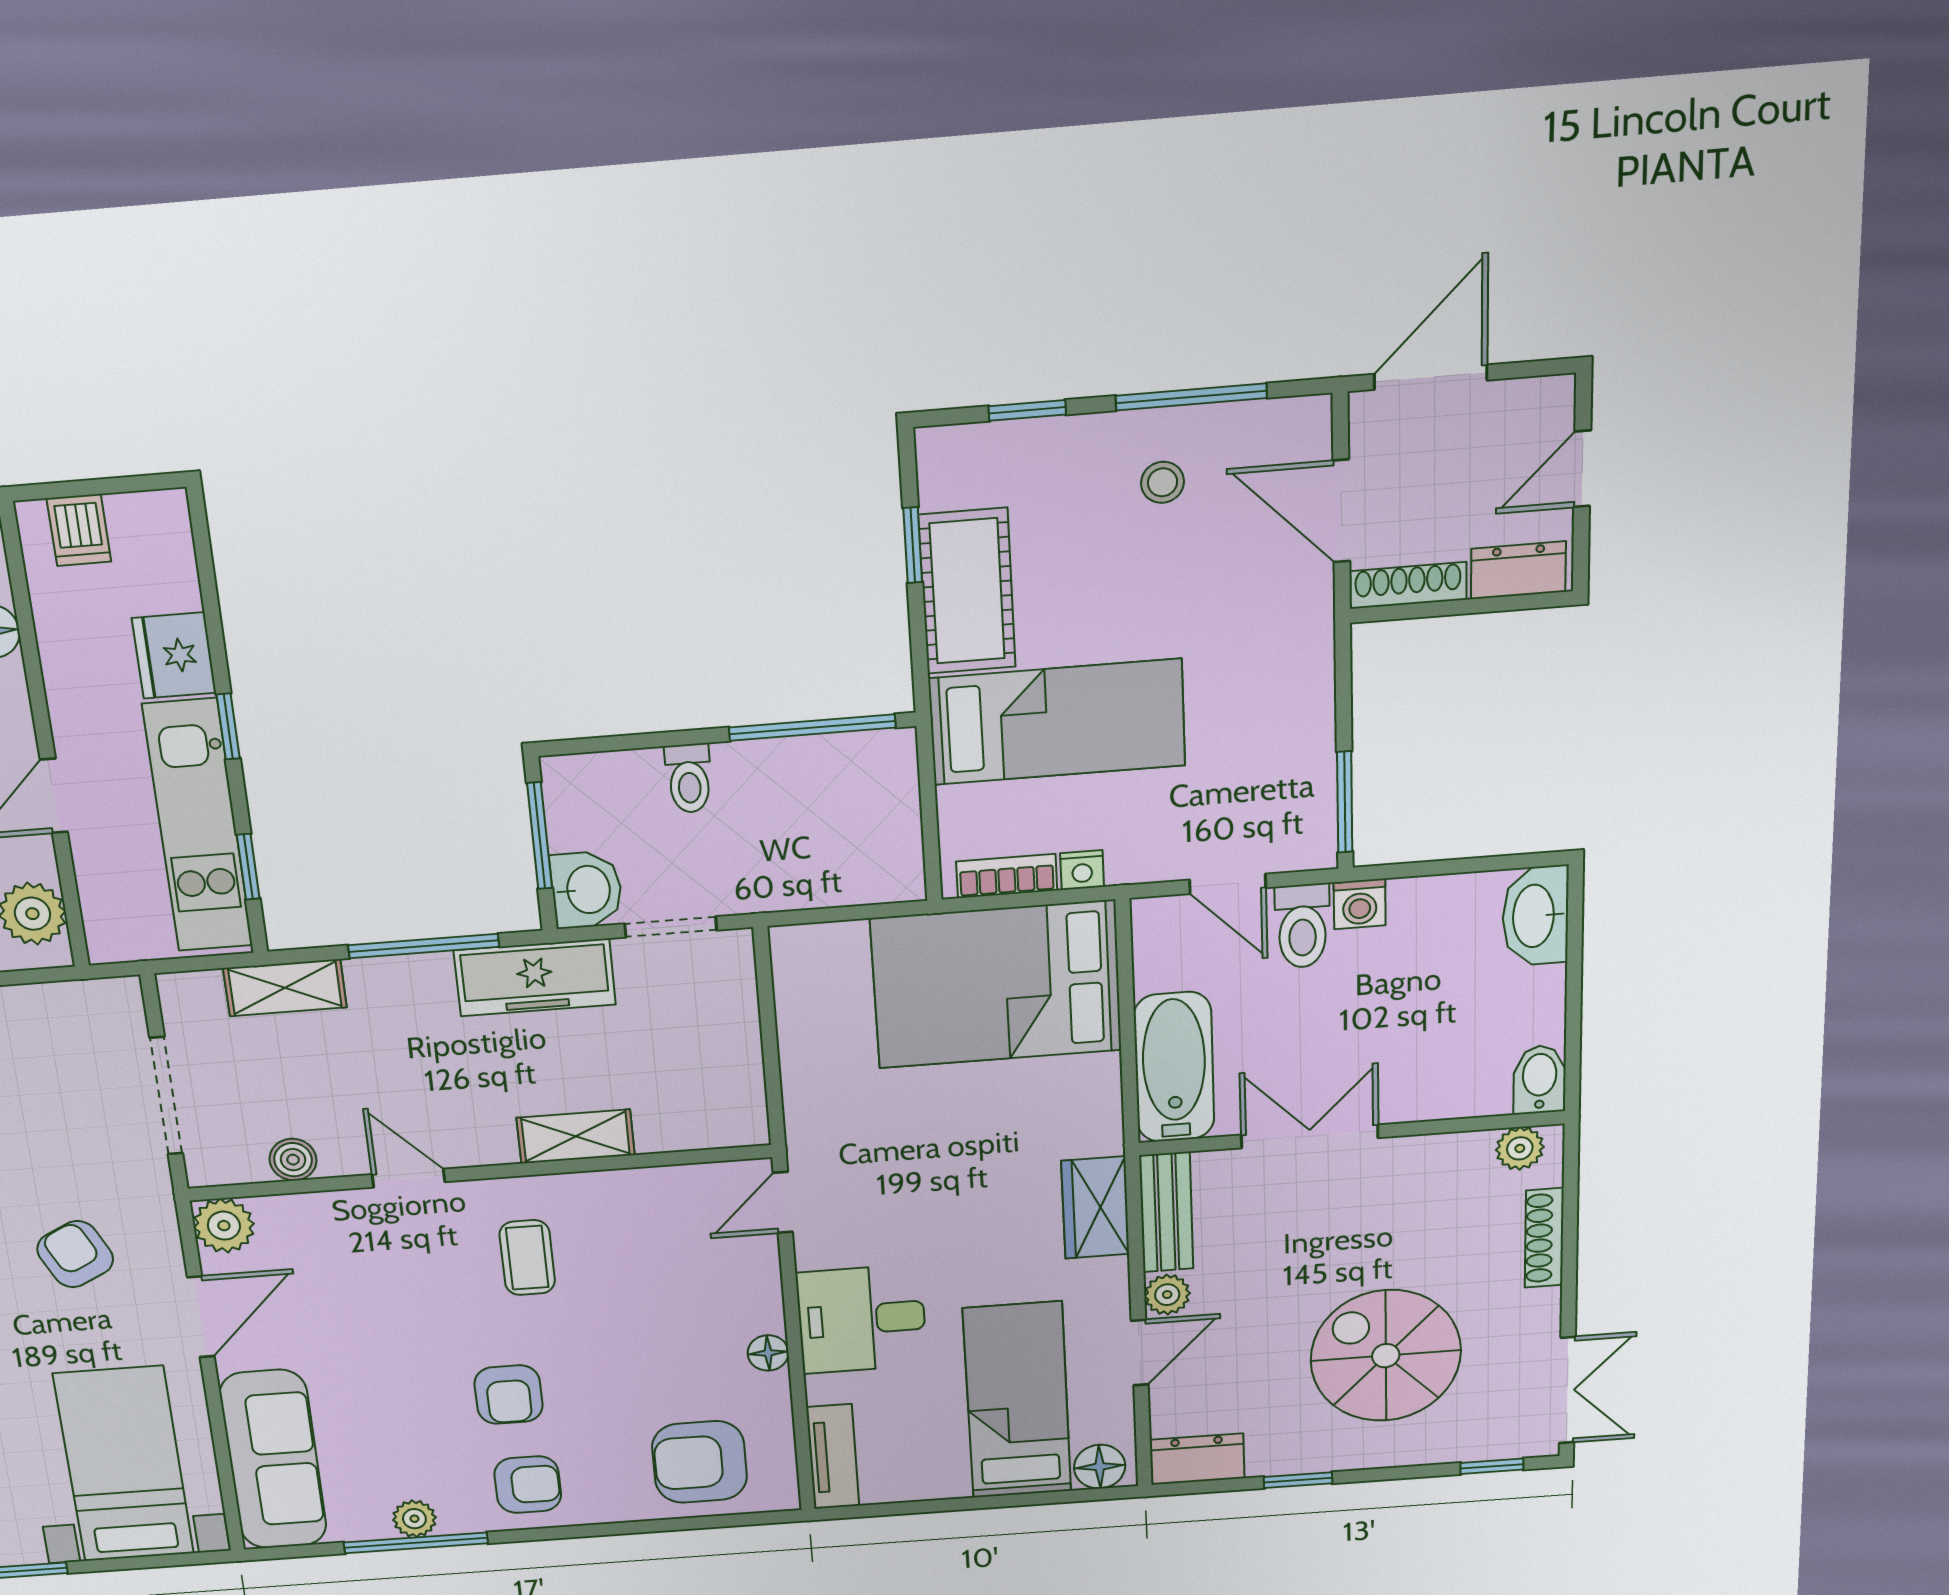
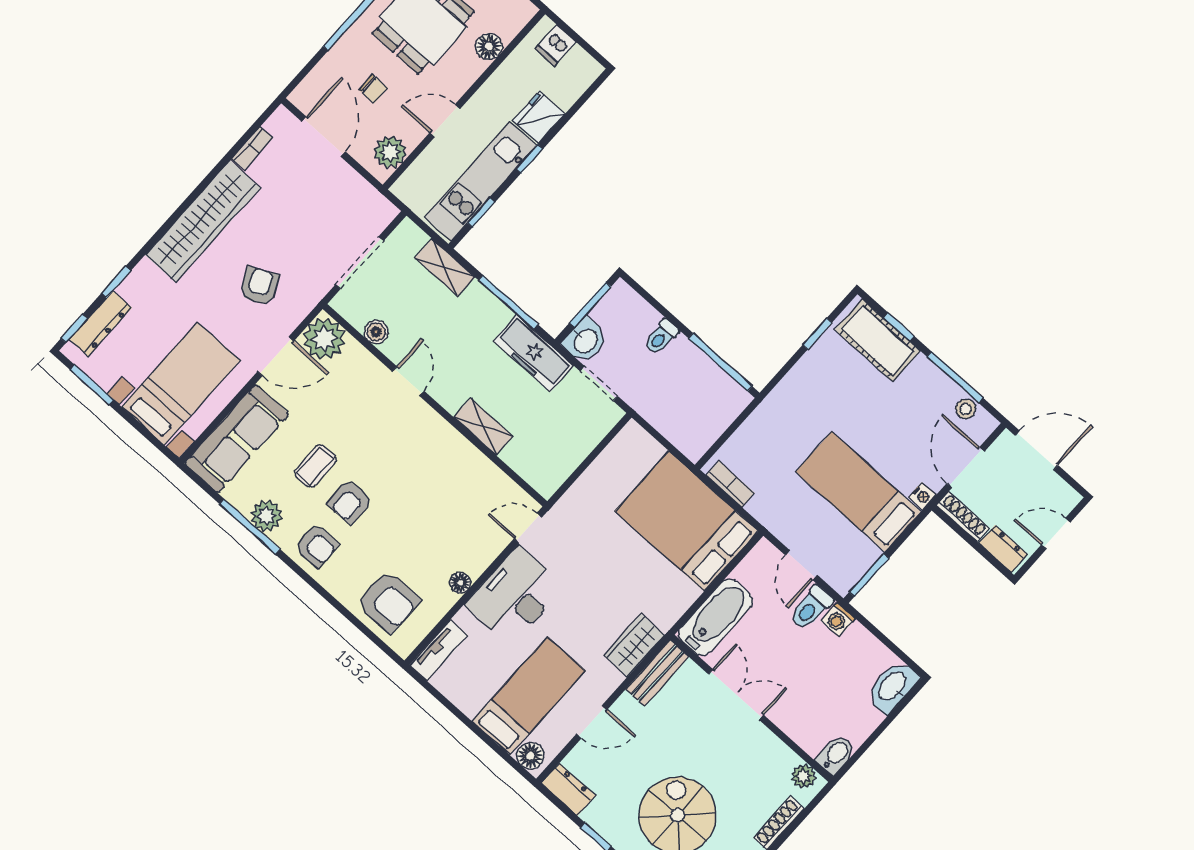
stool: (1163, 482) -> (966, 409), moved
cot: (967, 591) -> (878, 340), moved, turned 90
bed: (1057, 722) -> (858, 492), moved, turned 180
nightstand: (1082, 870) -> (922, 496), moved, turned -90
plant: (224, 1226) -> (324, 339), width x1.36, depth x1.36
coffee table: (527, 1258) -> (315, 466), moved
plant: (1167, 1295) -> (625, 708), removed
desk: (862, 1319) -> (515, 596), width x1.37
armchair: (700, 1462) -> (389, 602), turned 180
plant: (414, 1519) -> (267, 516), width x1.38, depth x1.38

